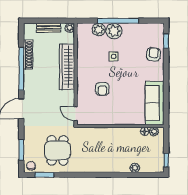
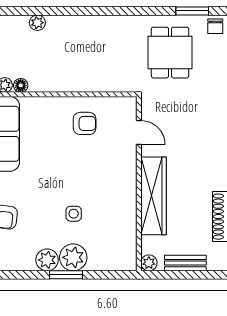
window: (118, 21) -> (66, 275), width x0.47
plant: (99, 29) -> (47, 260), moved
armchair: (102, 89) -> (85, 123), moved, turned 90
door: (76, 114) -> (139, 133), moved

